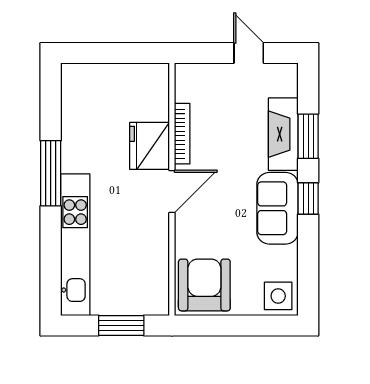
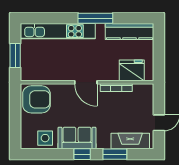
kitchen counter: (76, 109) -> (129, 32), added
fireplace: (283, 134) -> (130, 141), moved
fridge: (150, 146) -> (132, 70), moved
side table: (278, 296) -> (45, 138), moved

